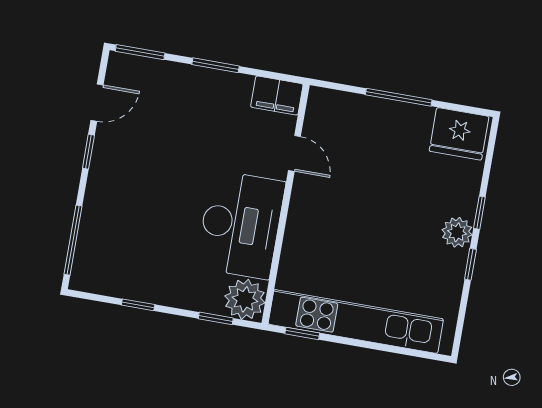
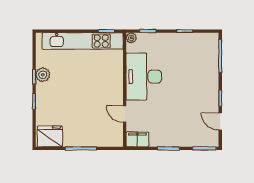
door: (97, 103) -> (220, 122), hinge flipped
plant: (457, 232) -> (43, 75), moved
plant: (245, 299) -> (131, 38), width x0.53, depth x0.53

